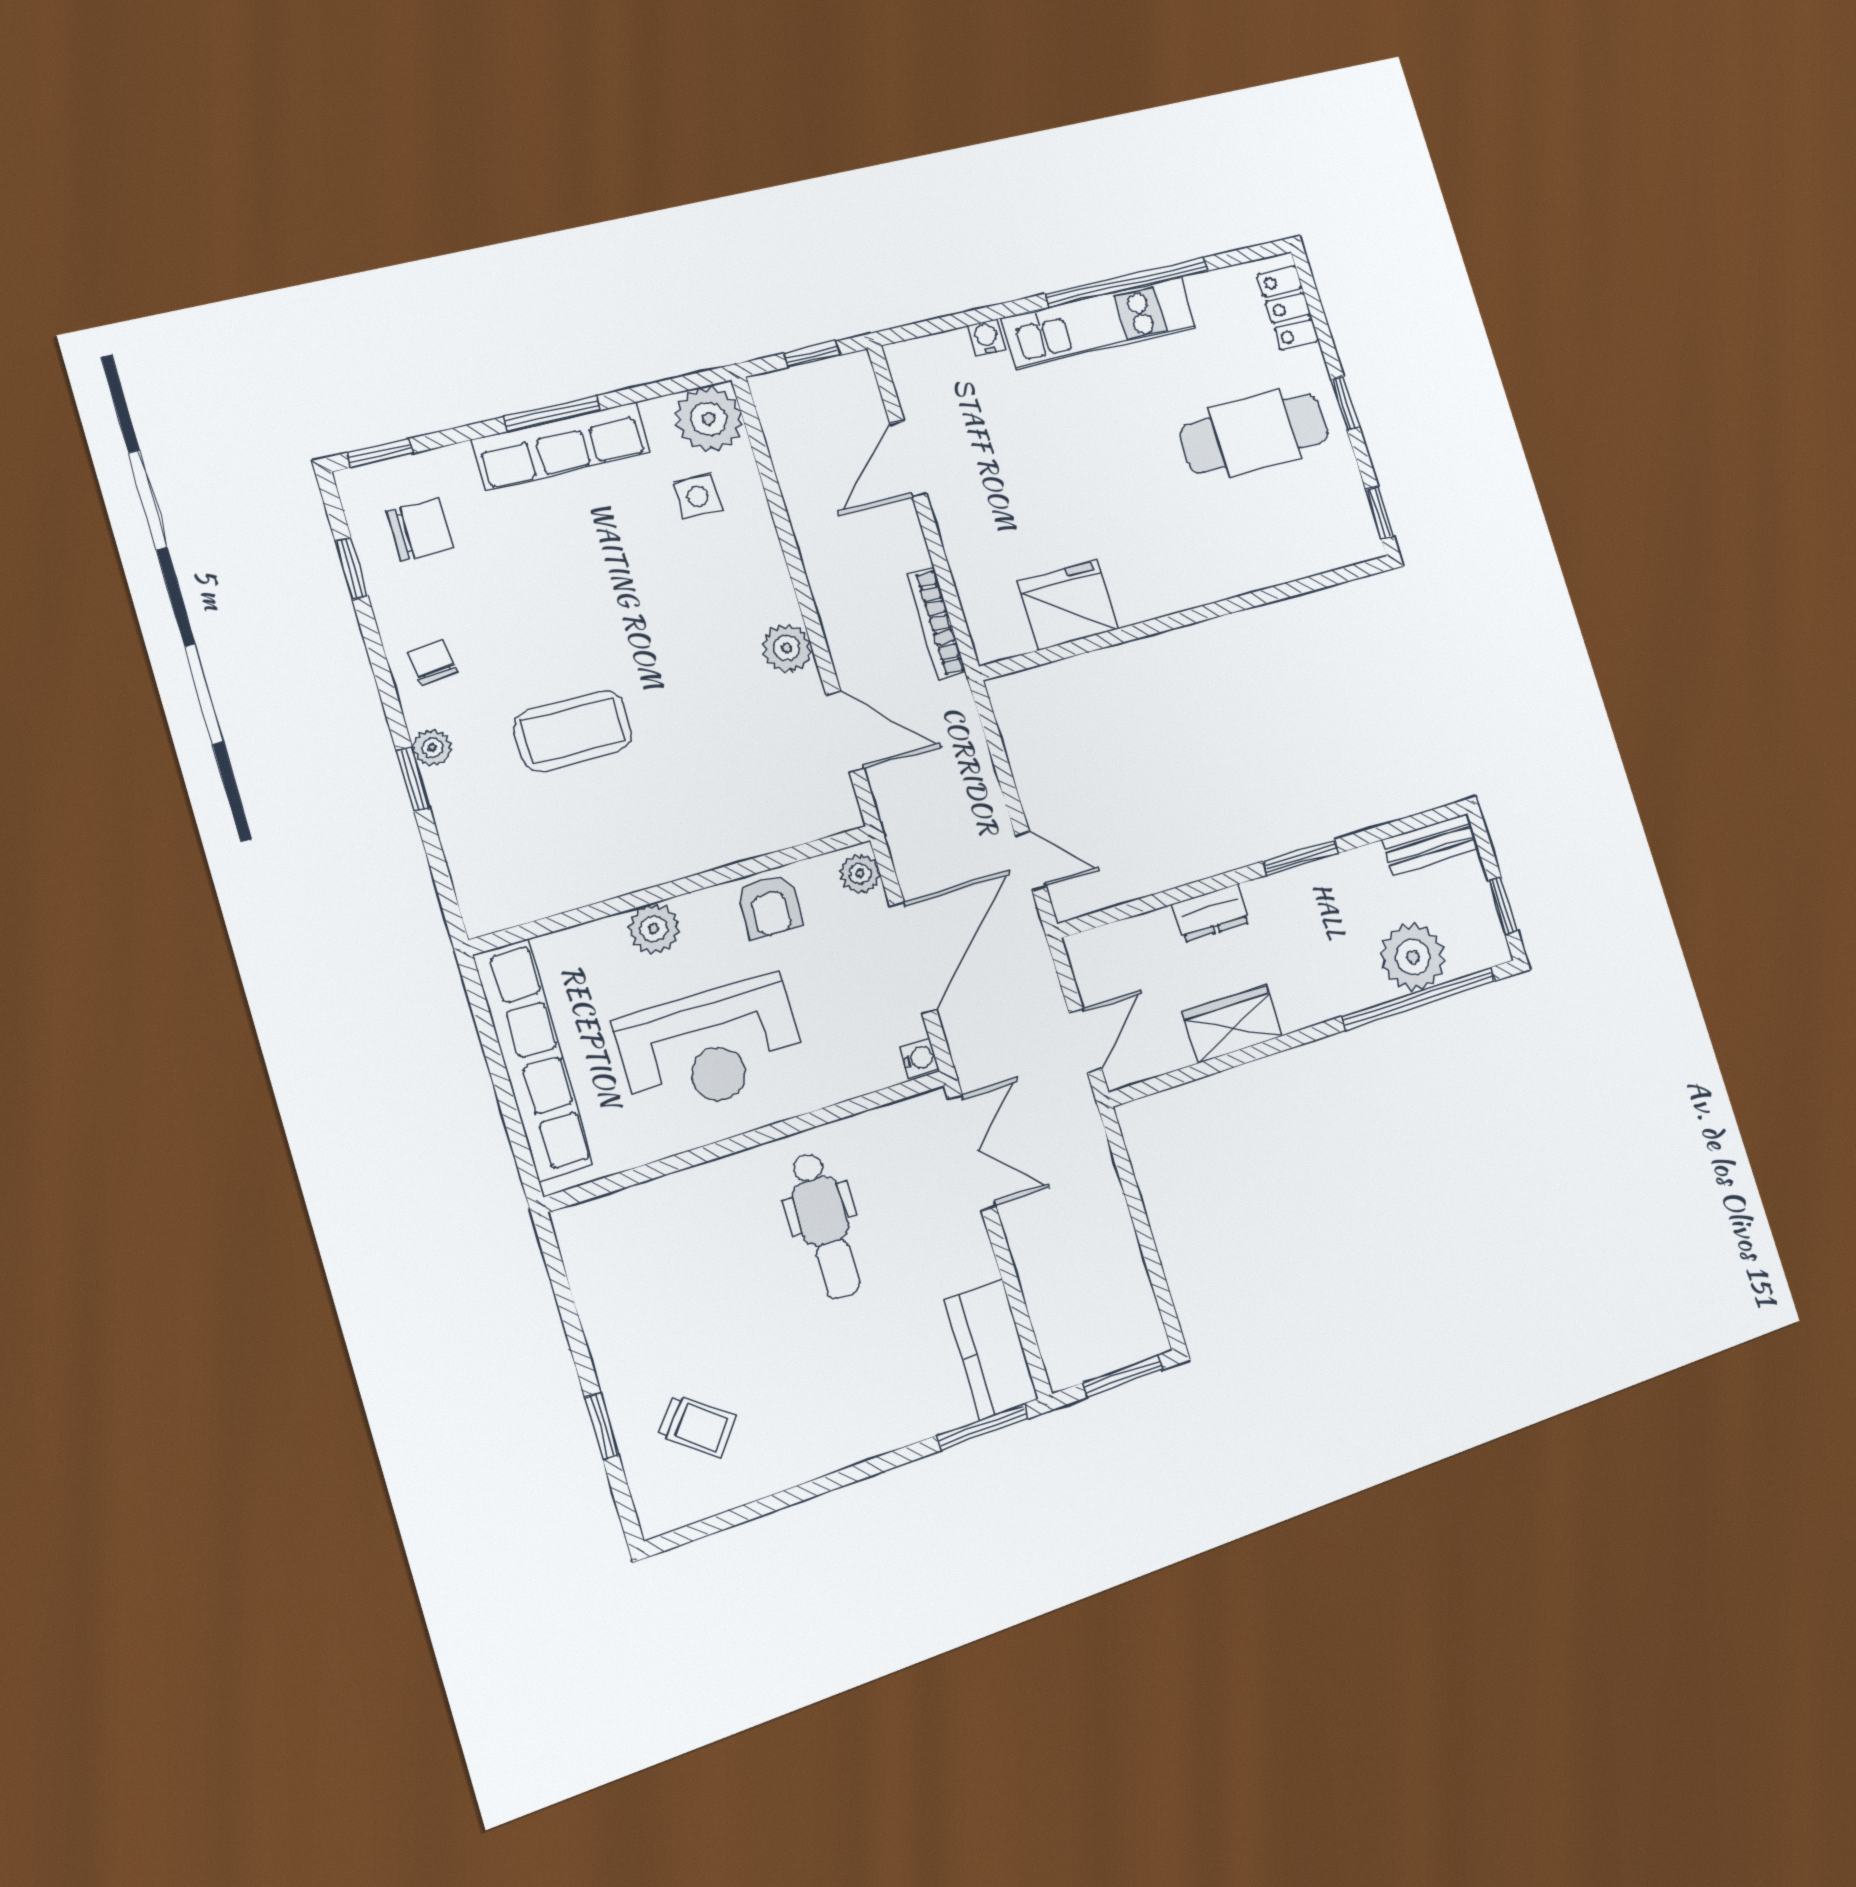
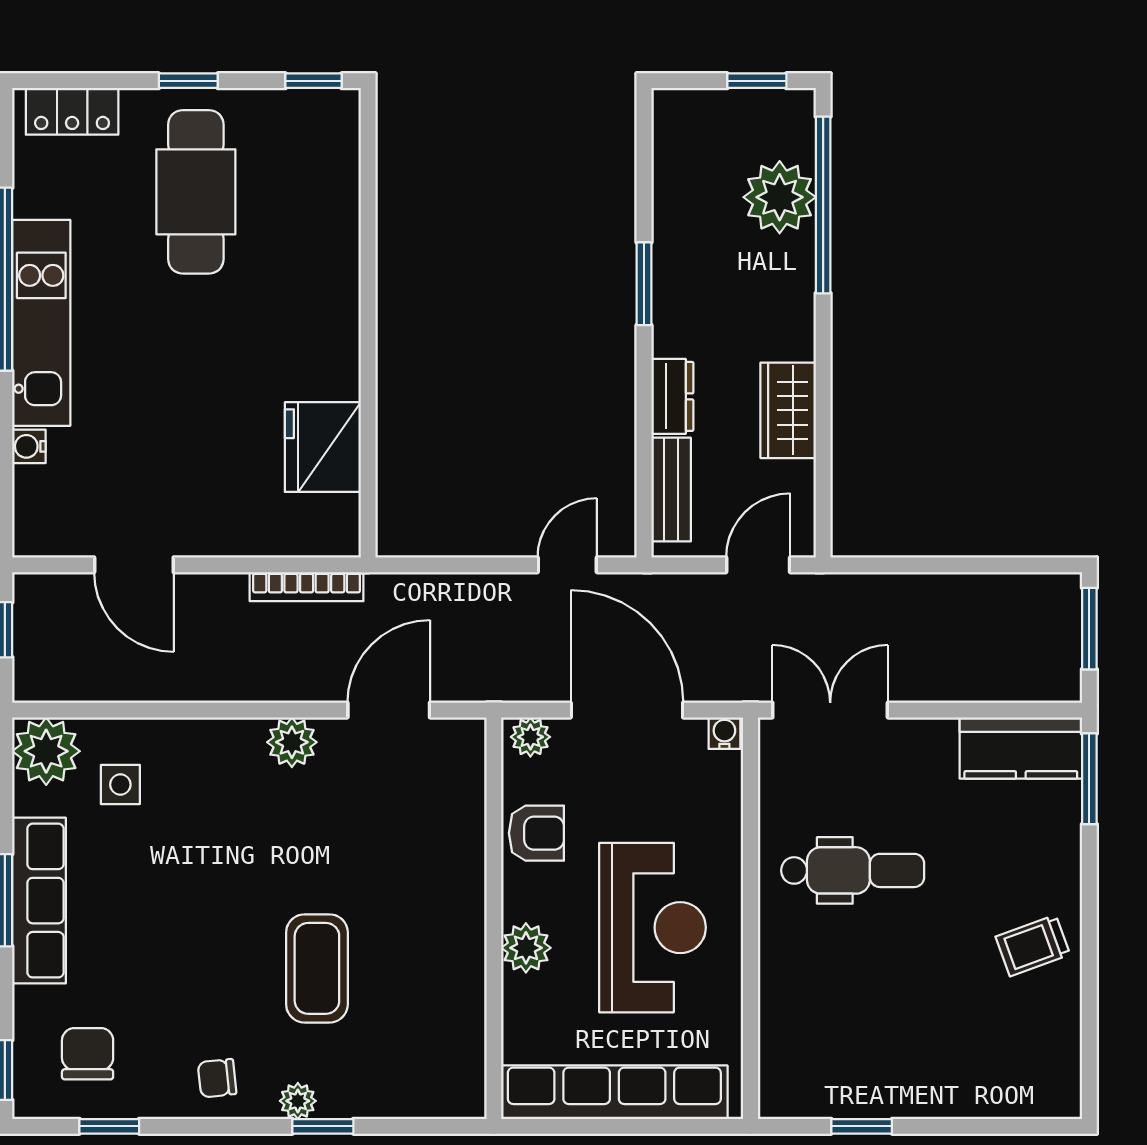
bench: (1430, 844) -> (671, 490), moved
door: (1085, 1040) -> (758, 565), hinge flipped
window: (602, 1426) -> (862, 1126), moved
trolley: (697, 1426) -> (1033, 946), moved, turned -148

